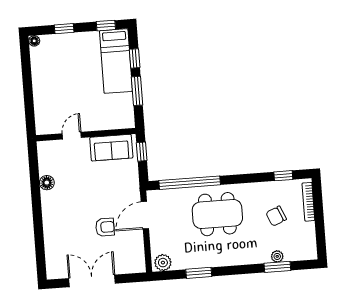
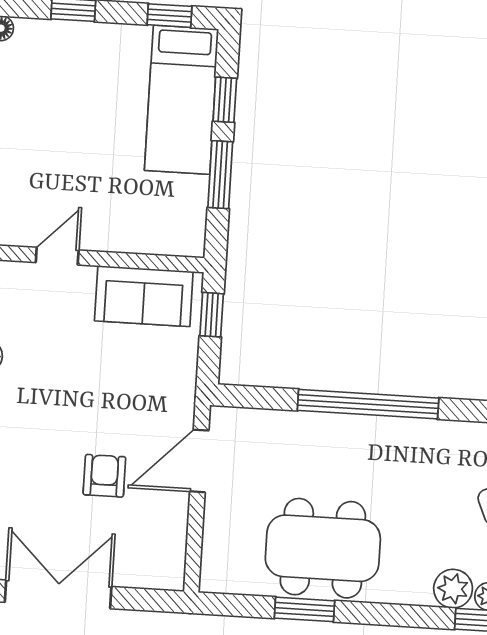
window: (190, 183) -> (368, 404), moved
dining table: (217, 214) -> (323, 548), moved
armchair: (105, 227) -> (104, 476), turned -90
plant: (163, 263) -> (453, 589), moved

